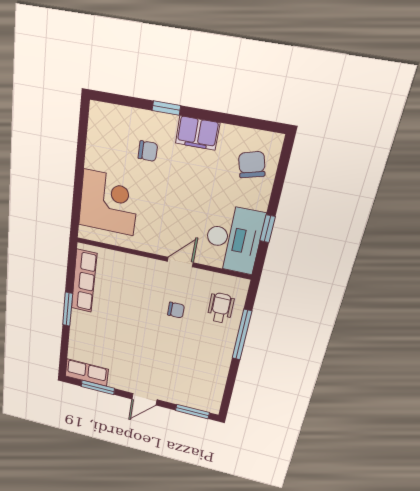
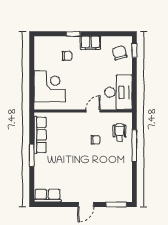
window: (268, 229) -> (134, 50), moved
window: (98, 387) -> (56, 204), removed

